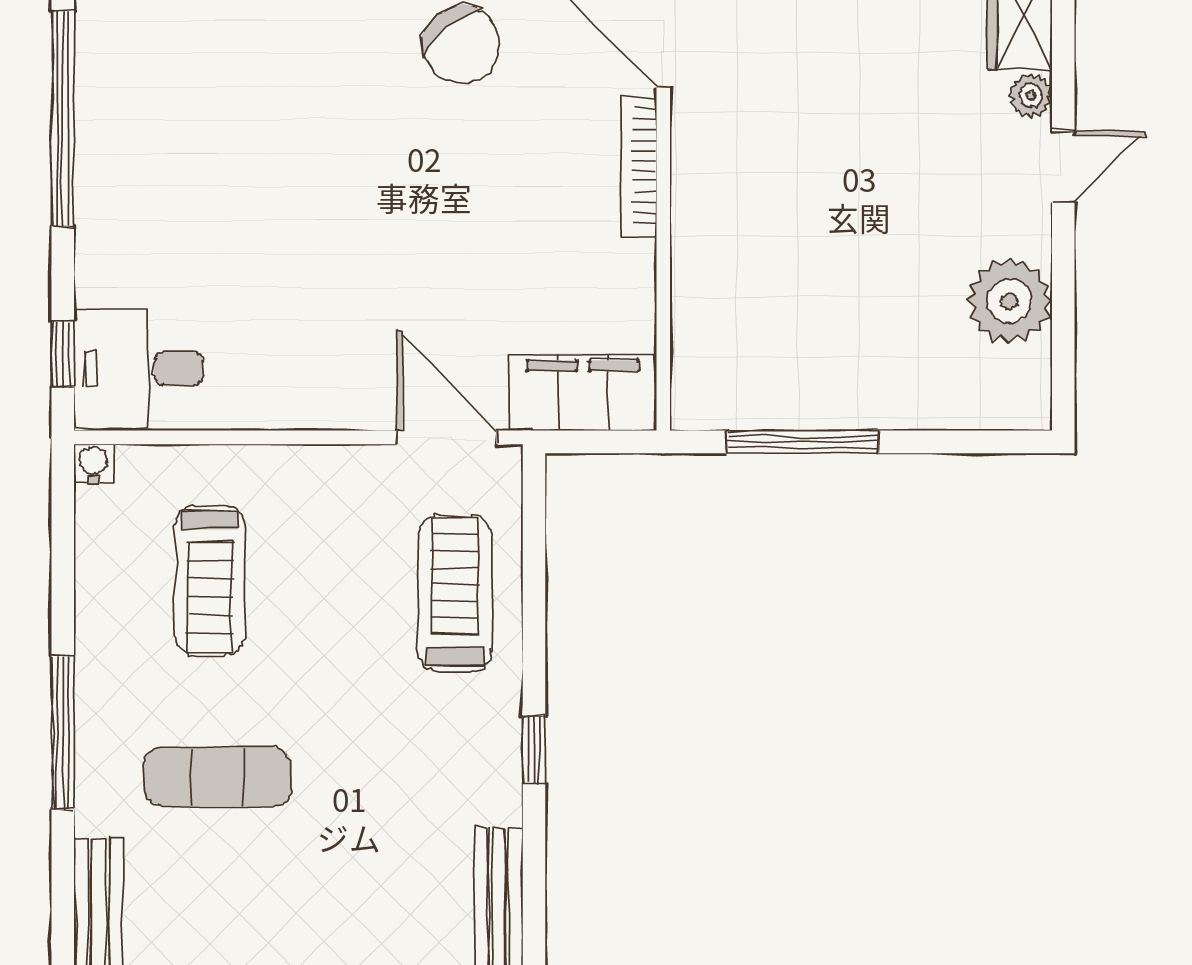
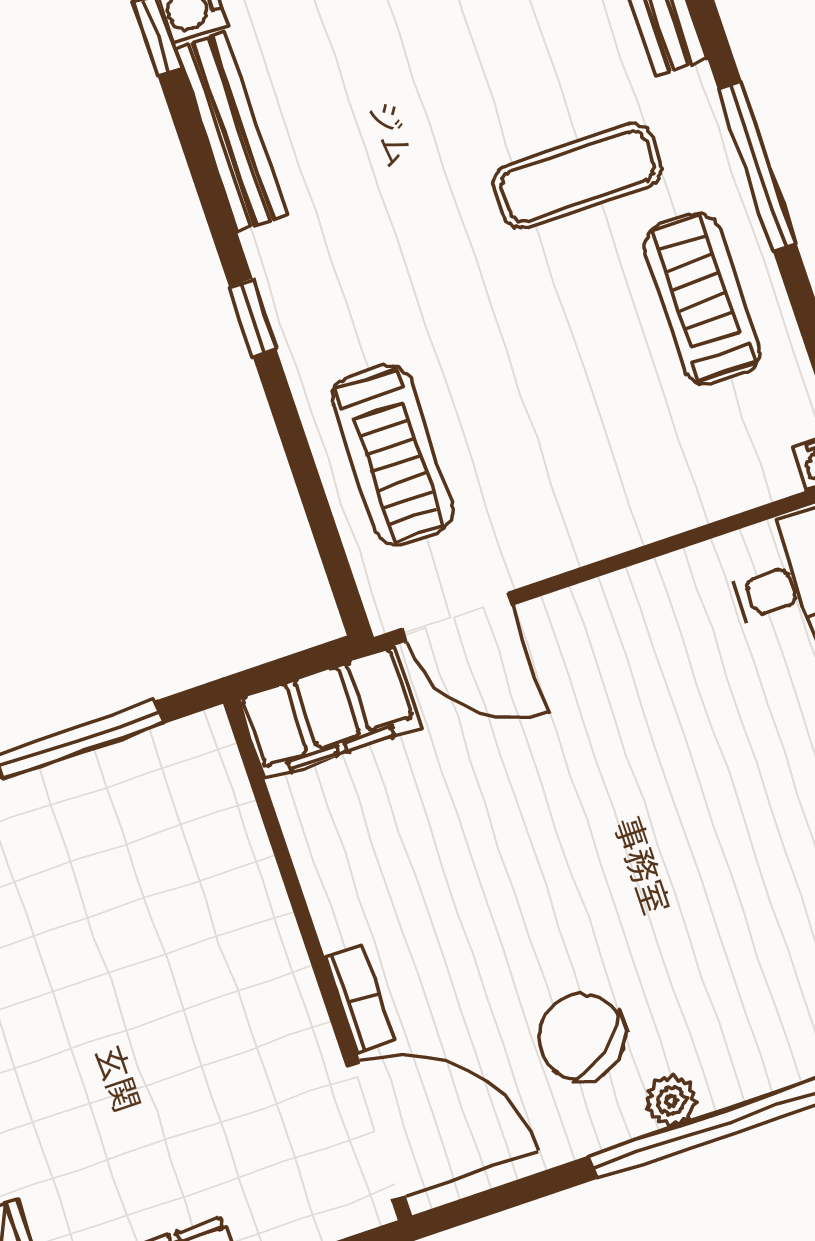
bookcase: (639, 166) -> (360, 999), width x0.64
treadmill: (210, 580) -> (702, 299), moved

